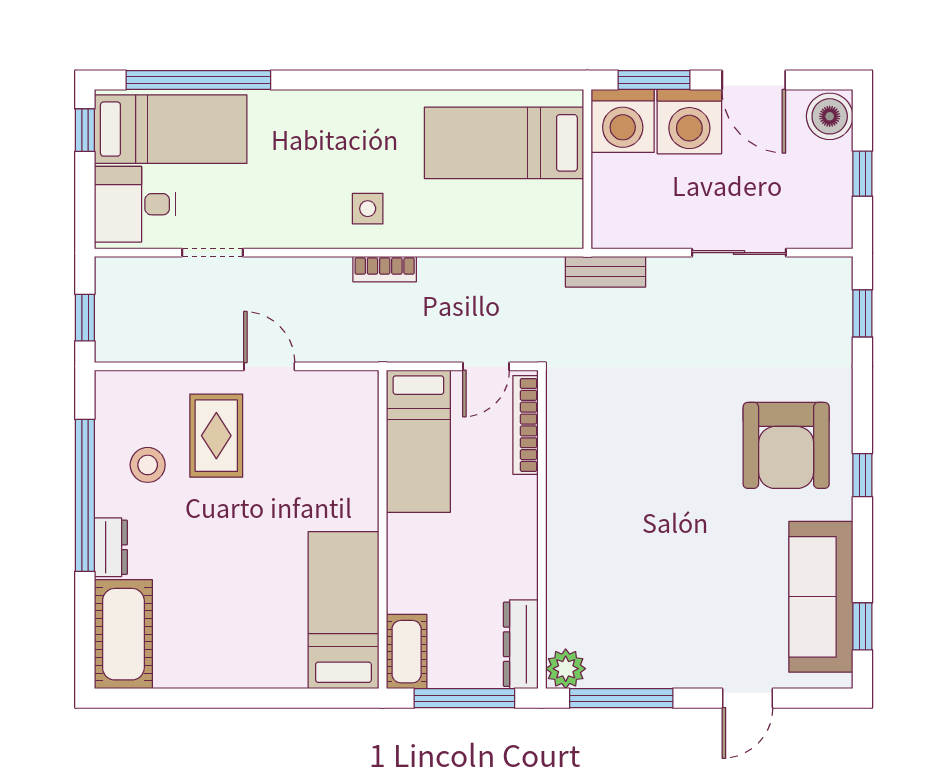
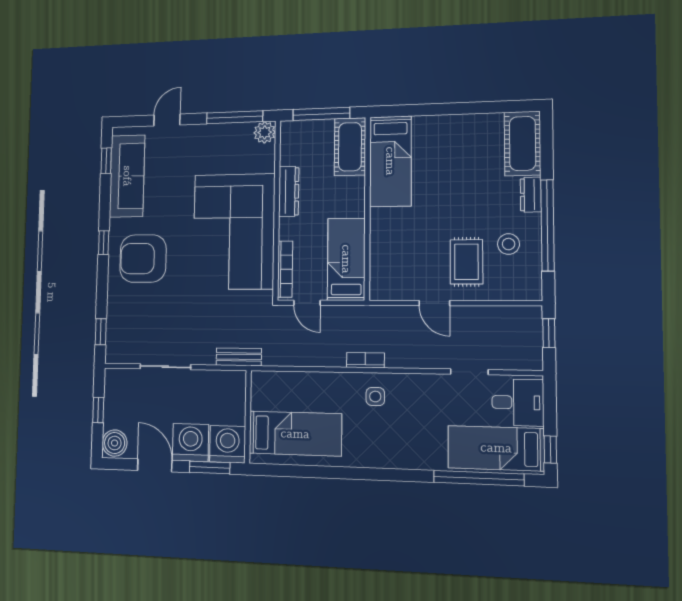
door: (486, 366) -> (307, 303), swing flipped
armchair: (786, 445) -> (143, 259), turned -90
corner sofa: (619, 492) -> (234, 232), added
dresser: (521, 644) -> (289, 191), moved
cot: (407, 652) -> (350, 147), width x1.37, depth x1.34

